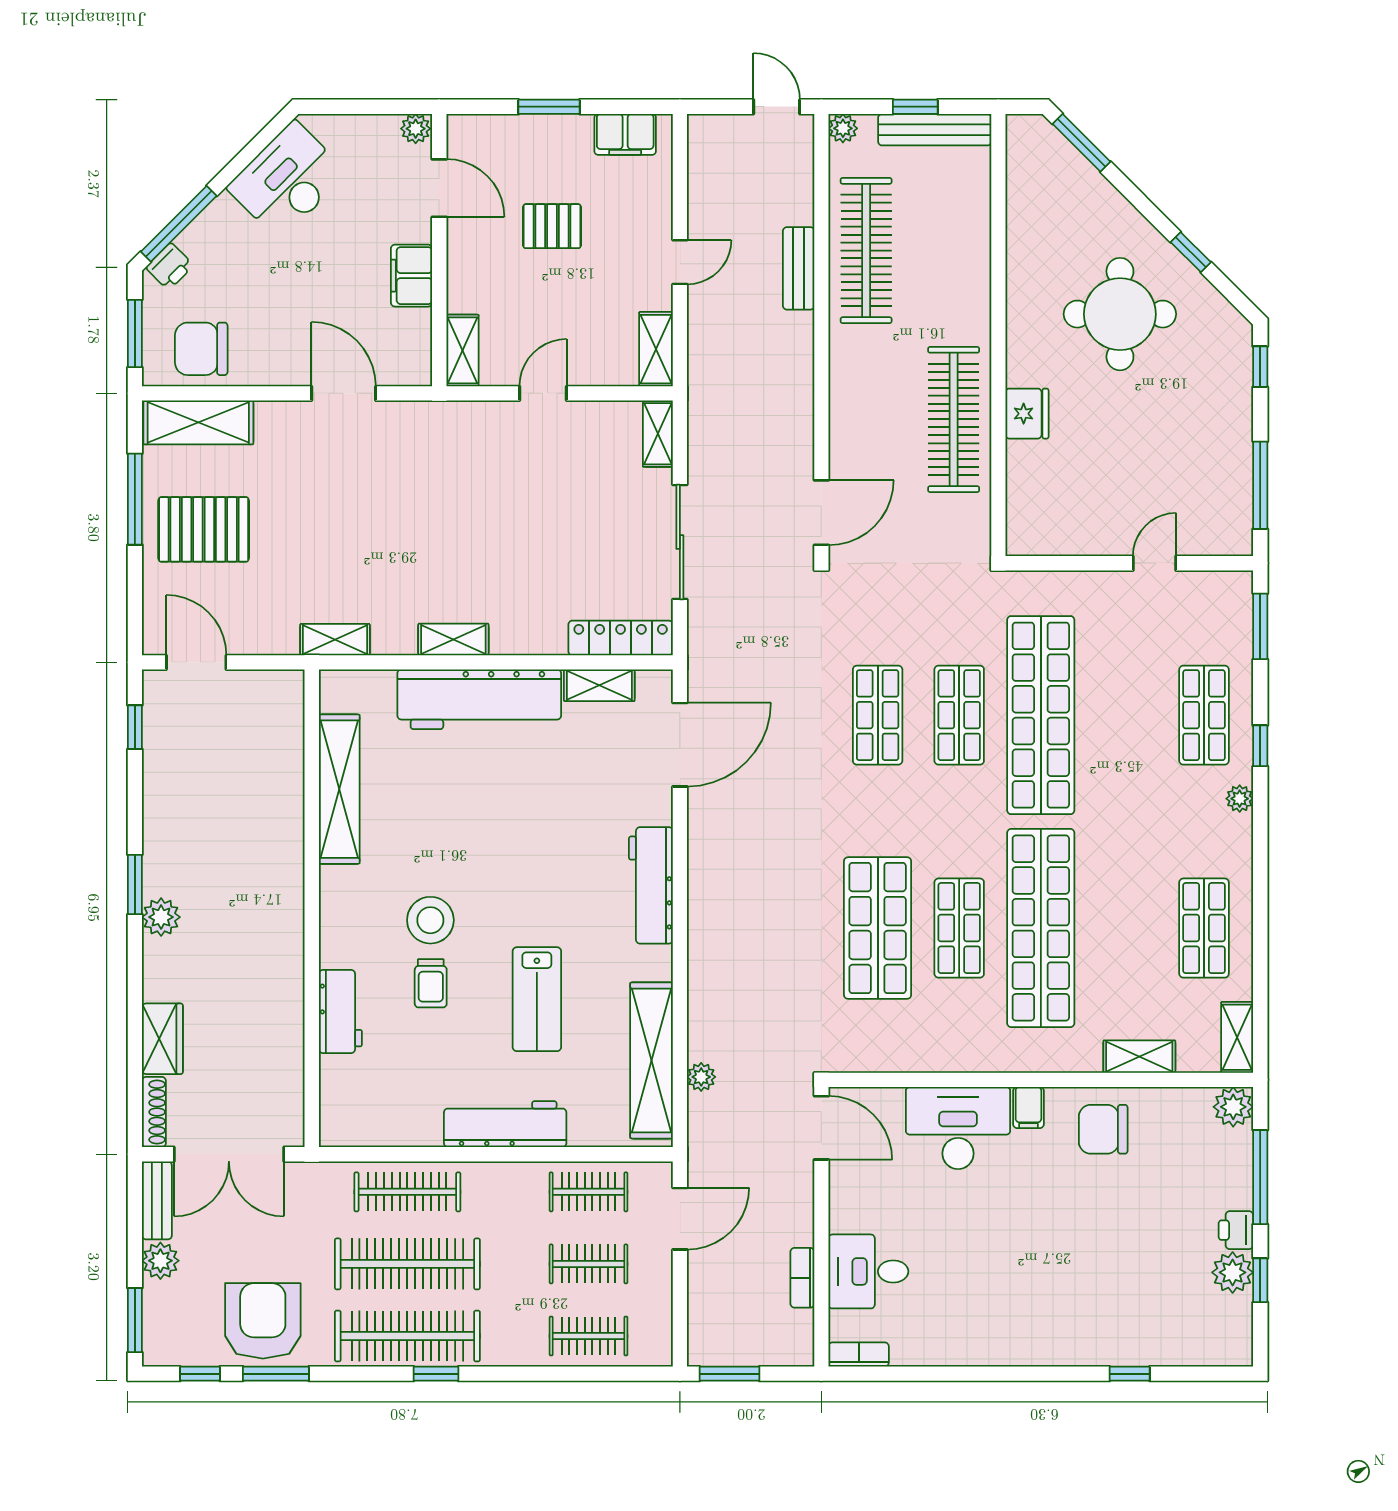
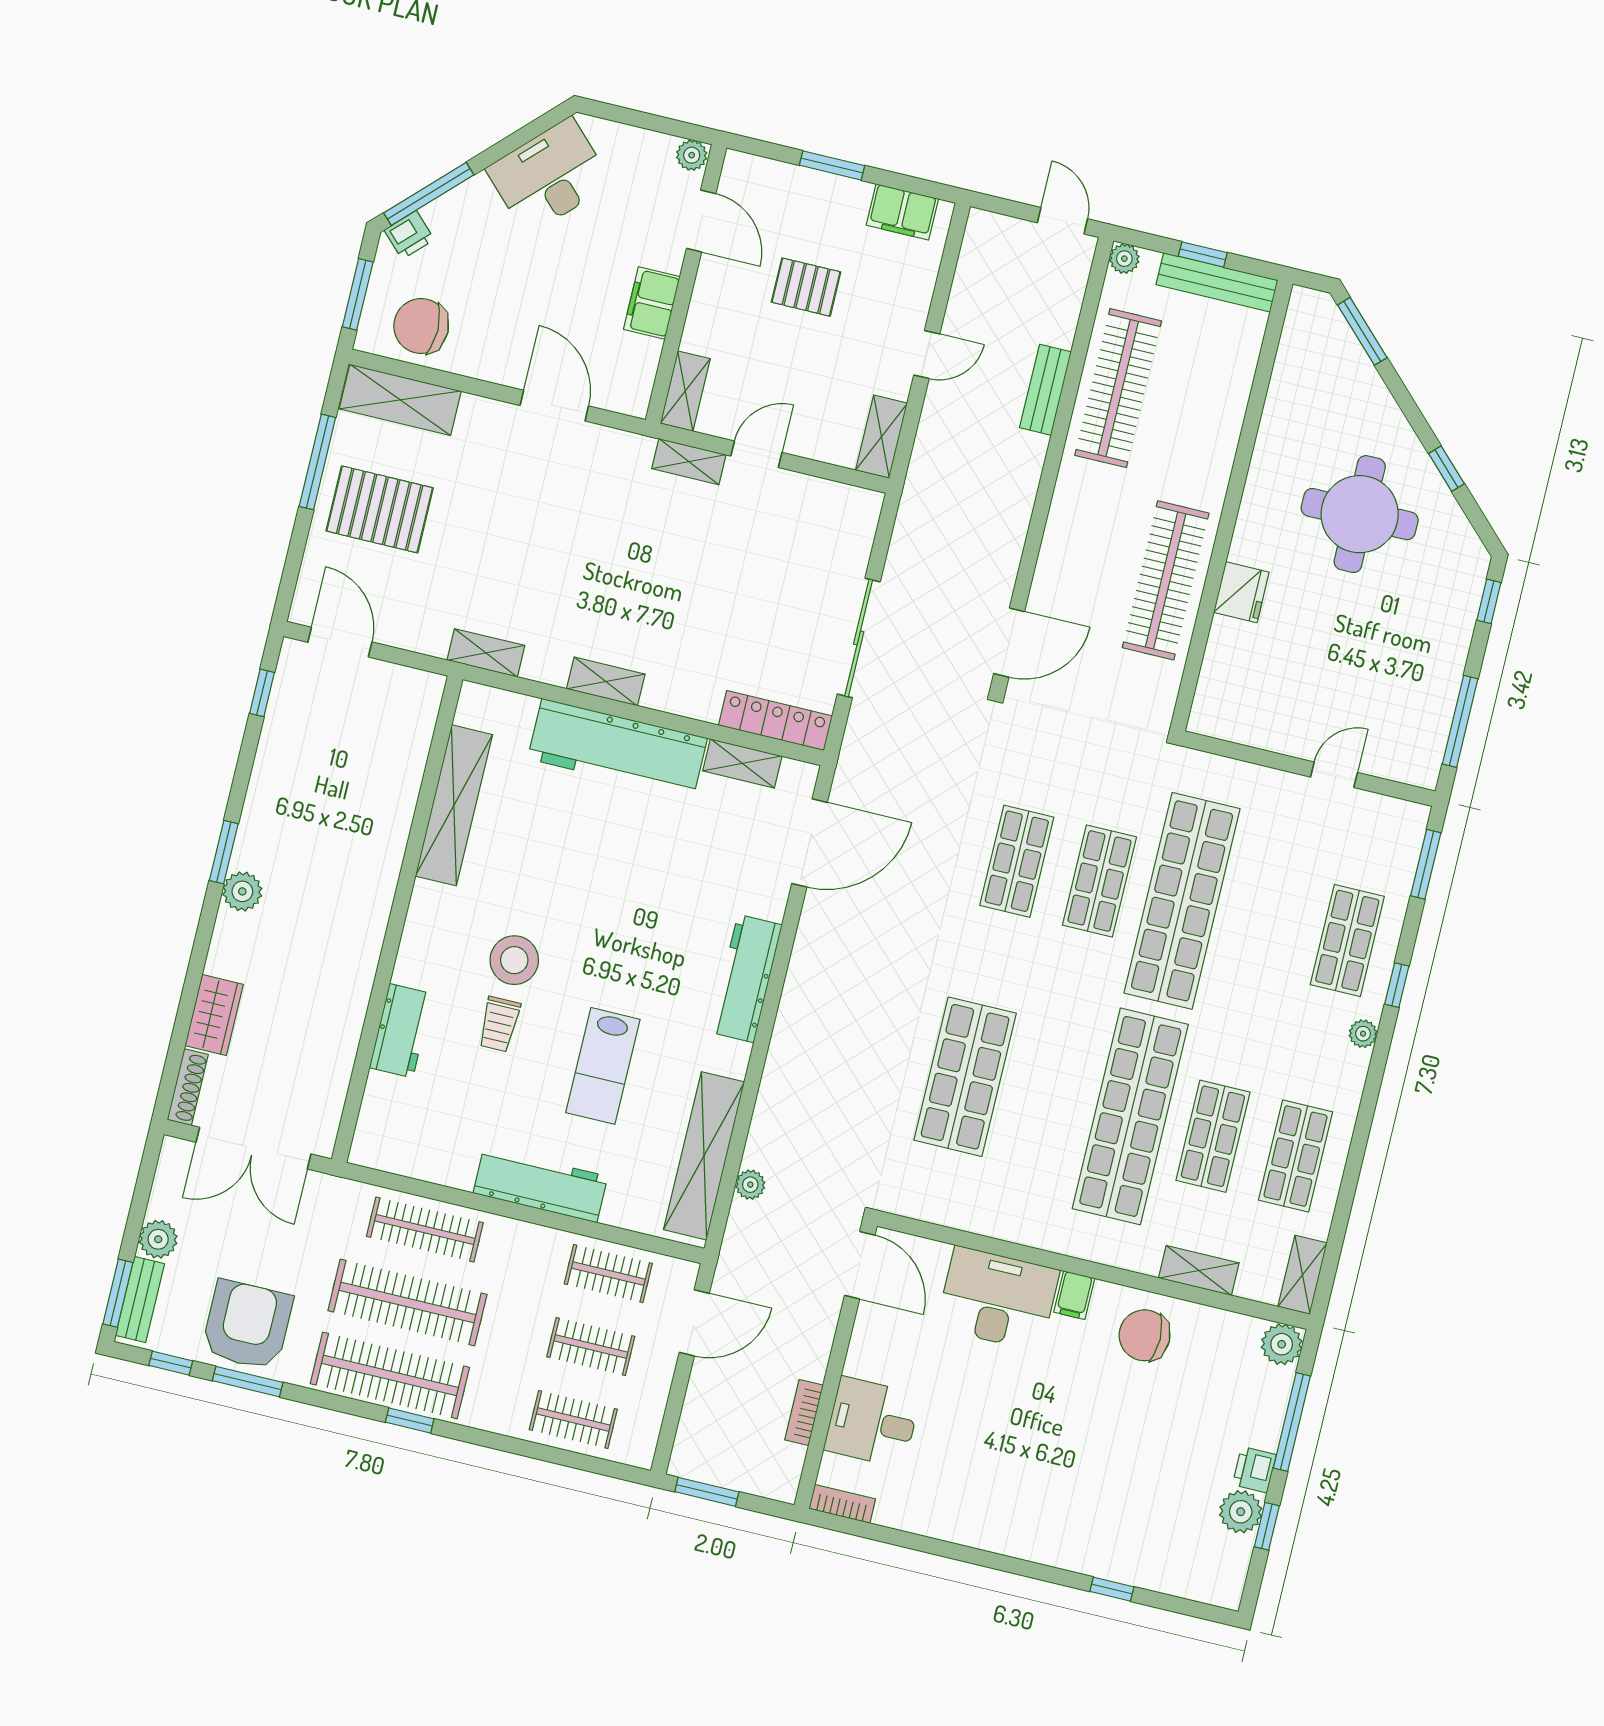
shelving: (658, 434) -> (689, 462), moved, turned 90
shop shelf: (959, 928) -> (1213, 1136), moved
bench: (157, 1200) -> (140, 1300), moved

